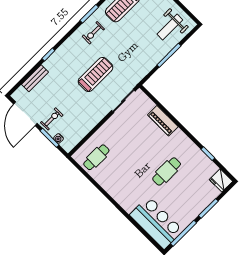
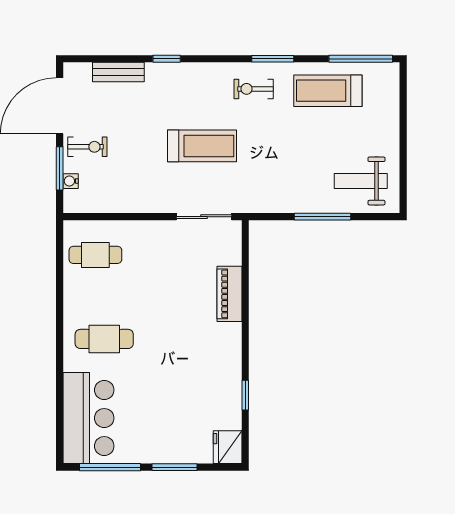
cafe table: (167, 171) -> (104, 339), moved

